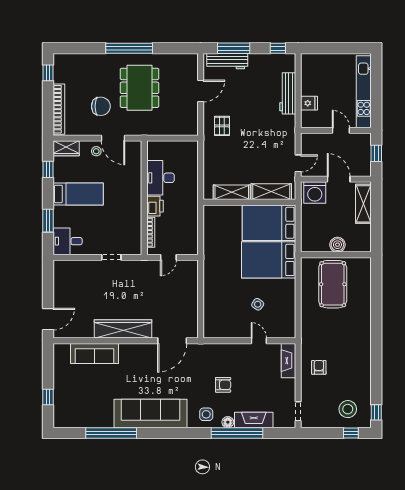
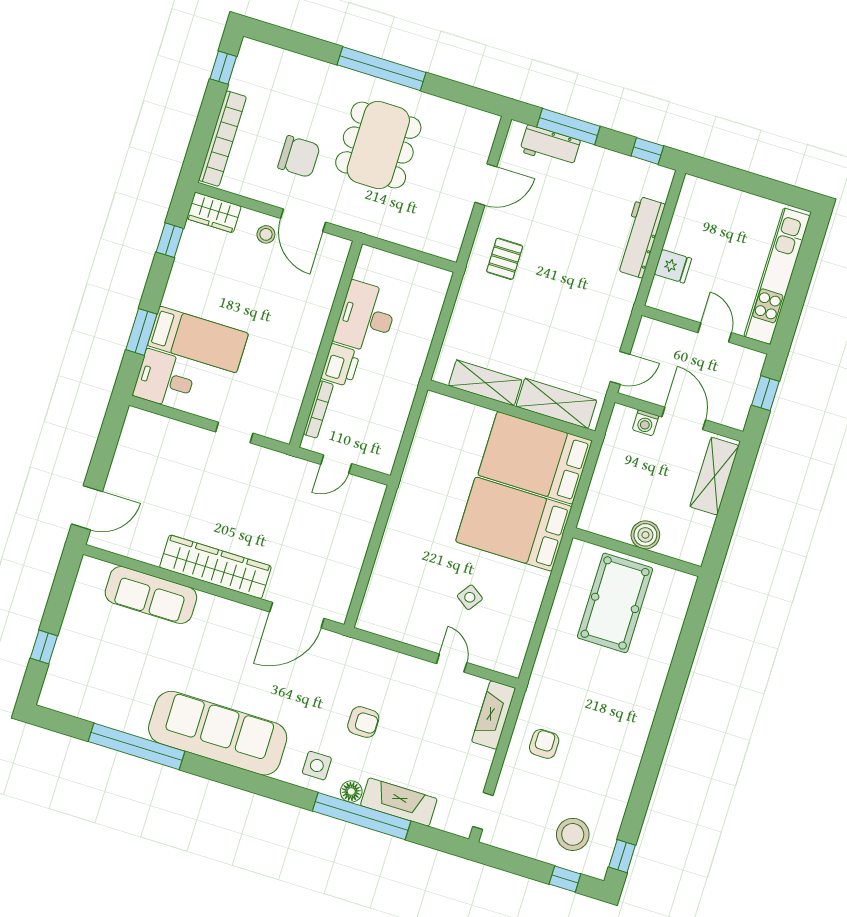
workbench: (227, 61) -> (550, 146), width x0.73
washing machine: (315, 193) -> (645, 423), width x0.53, depth x0.53
bed: (78, 194) -> (198, 339), moved

